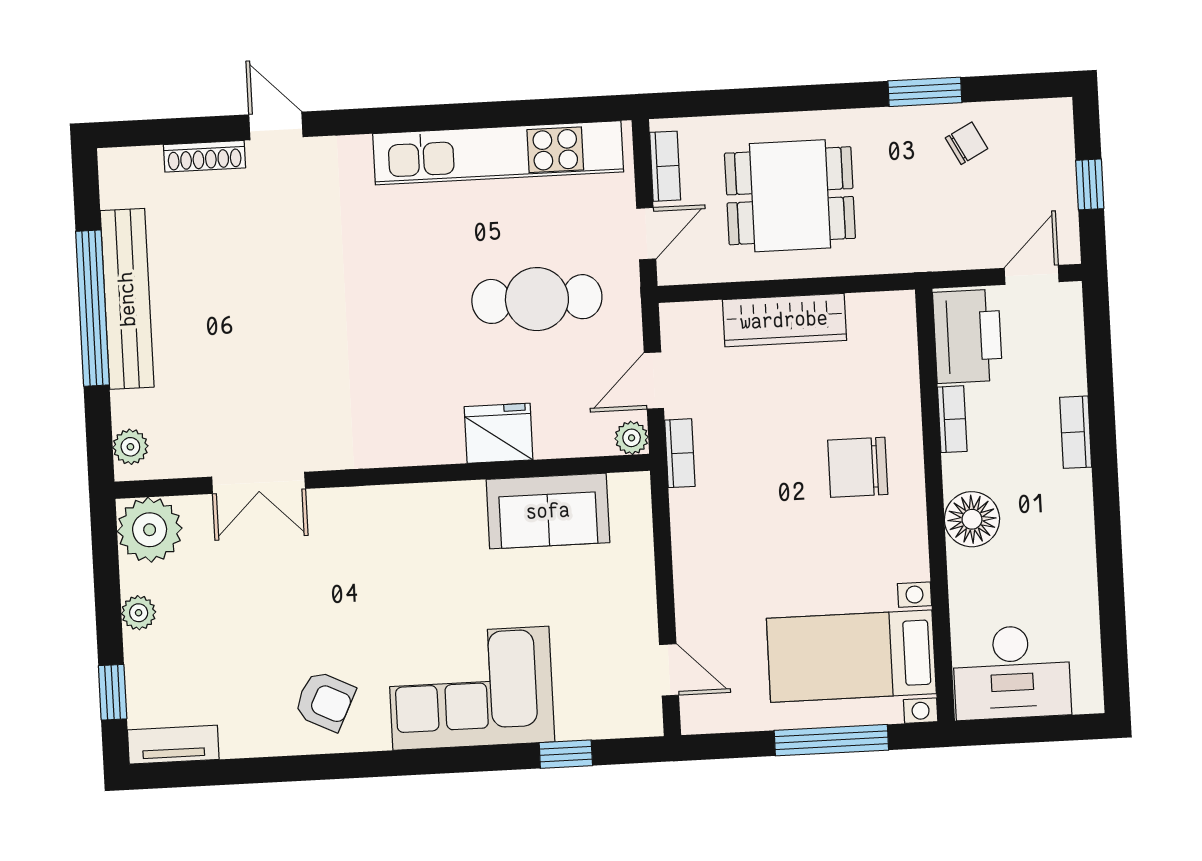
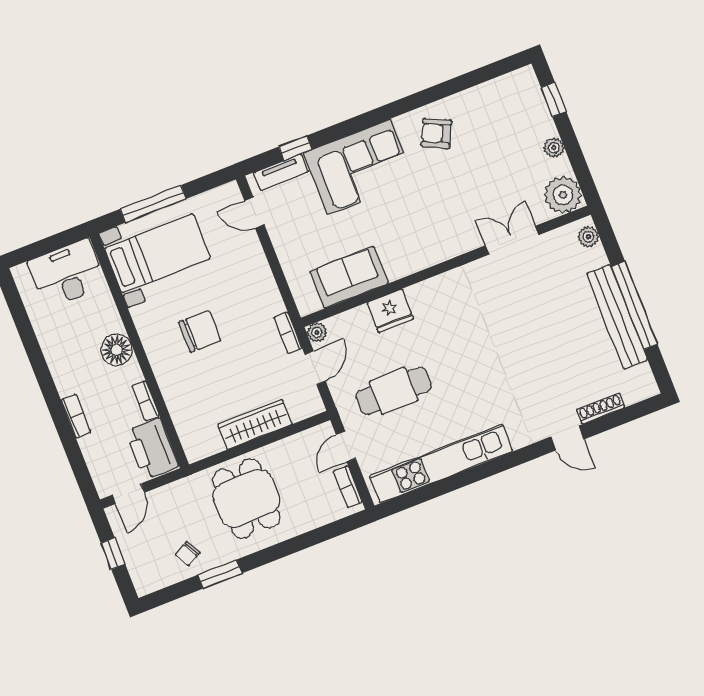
dining table: (790, 196) -> (246, 498), moved, turned 90
chair: (858, 467) -> (200, 331), moved
tv unit: (173, 745) -> (281, 172), moved

